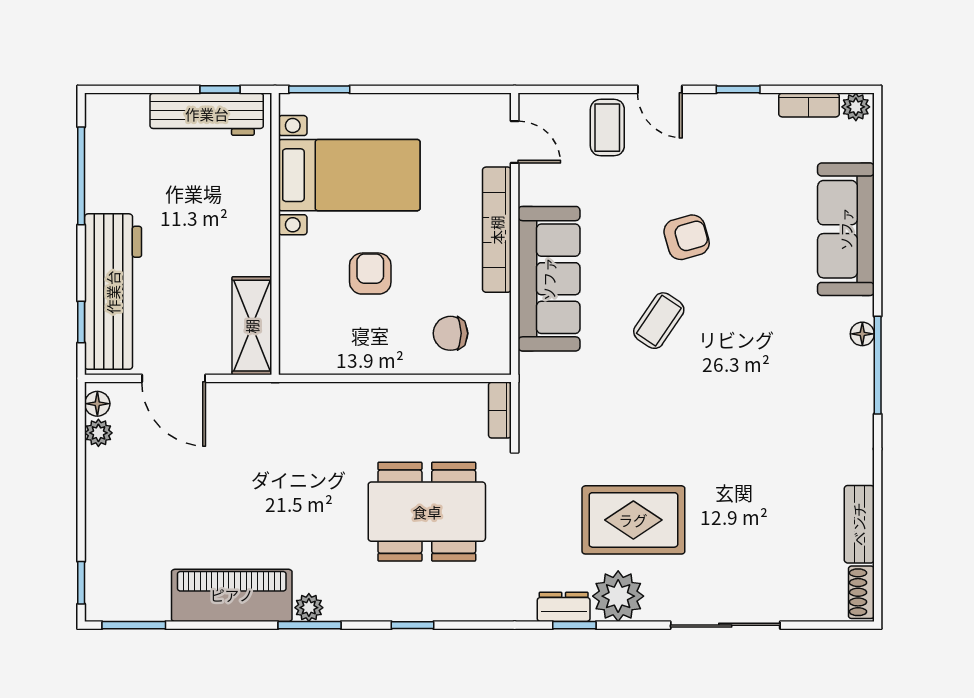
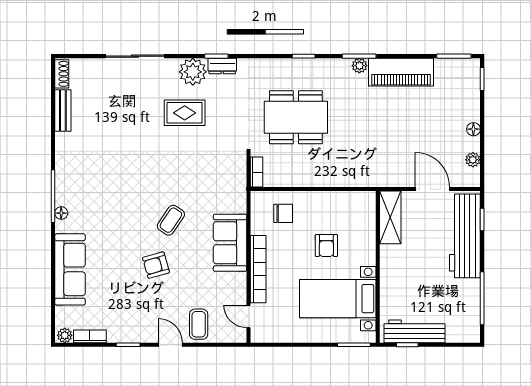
sofa: (549, 279) -> (230, 243), width x0.73
floor lamp: (97, 404) -> (473, 129), moved
rug: (633, 520) -> (185, 113), width x0.73, depth x0.70

